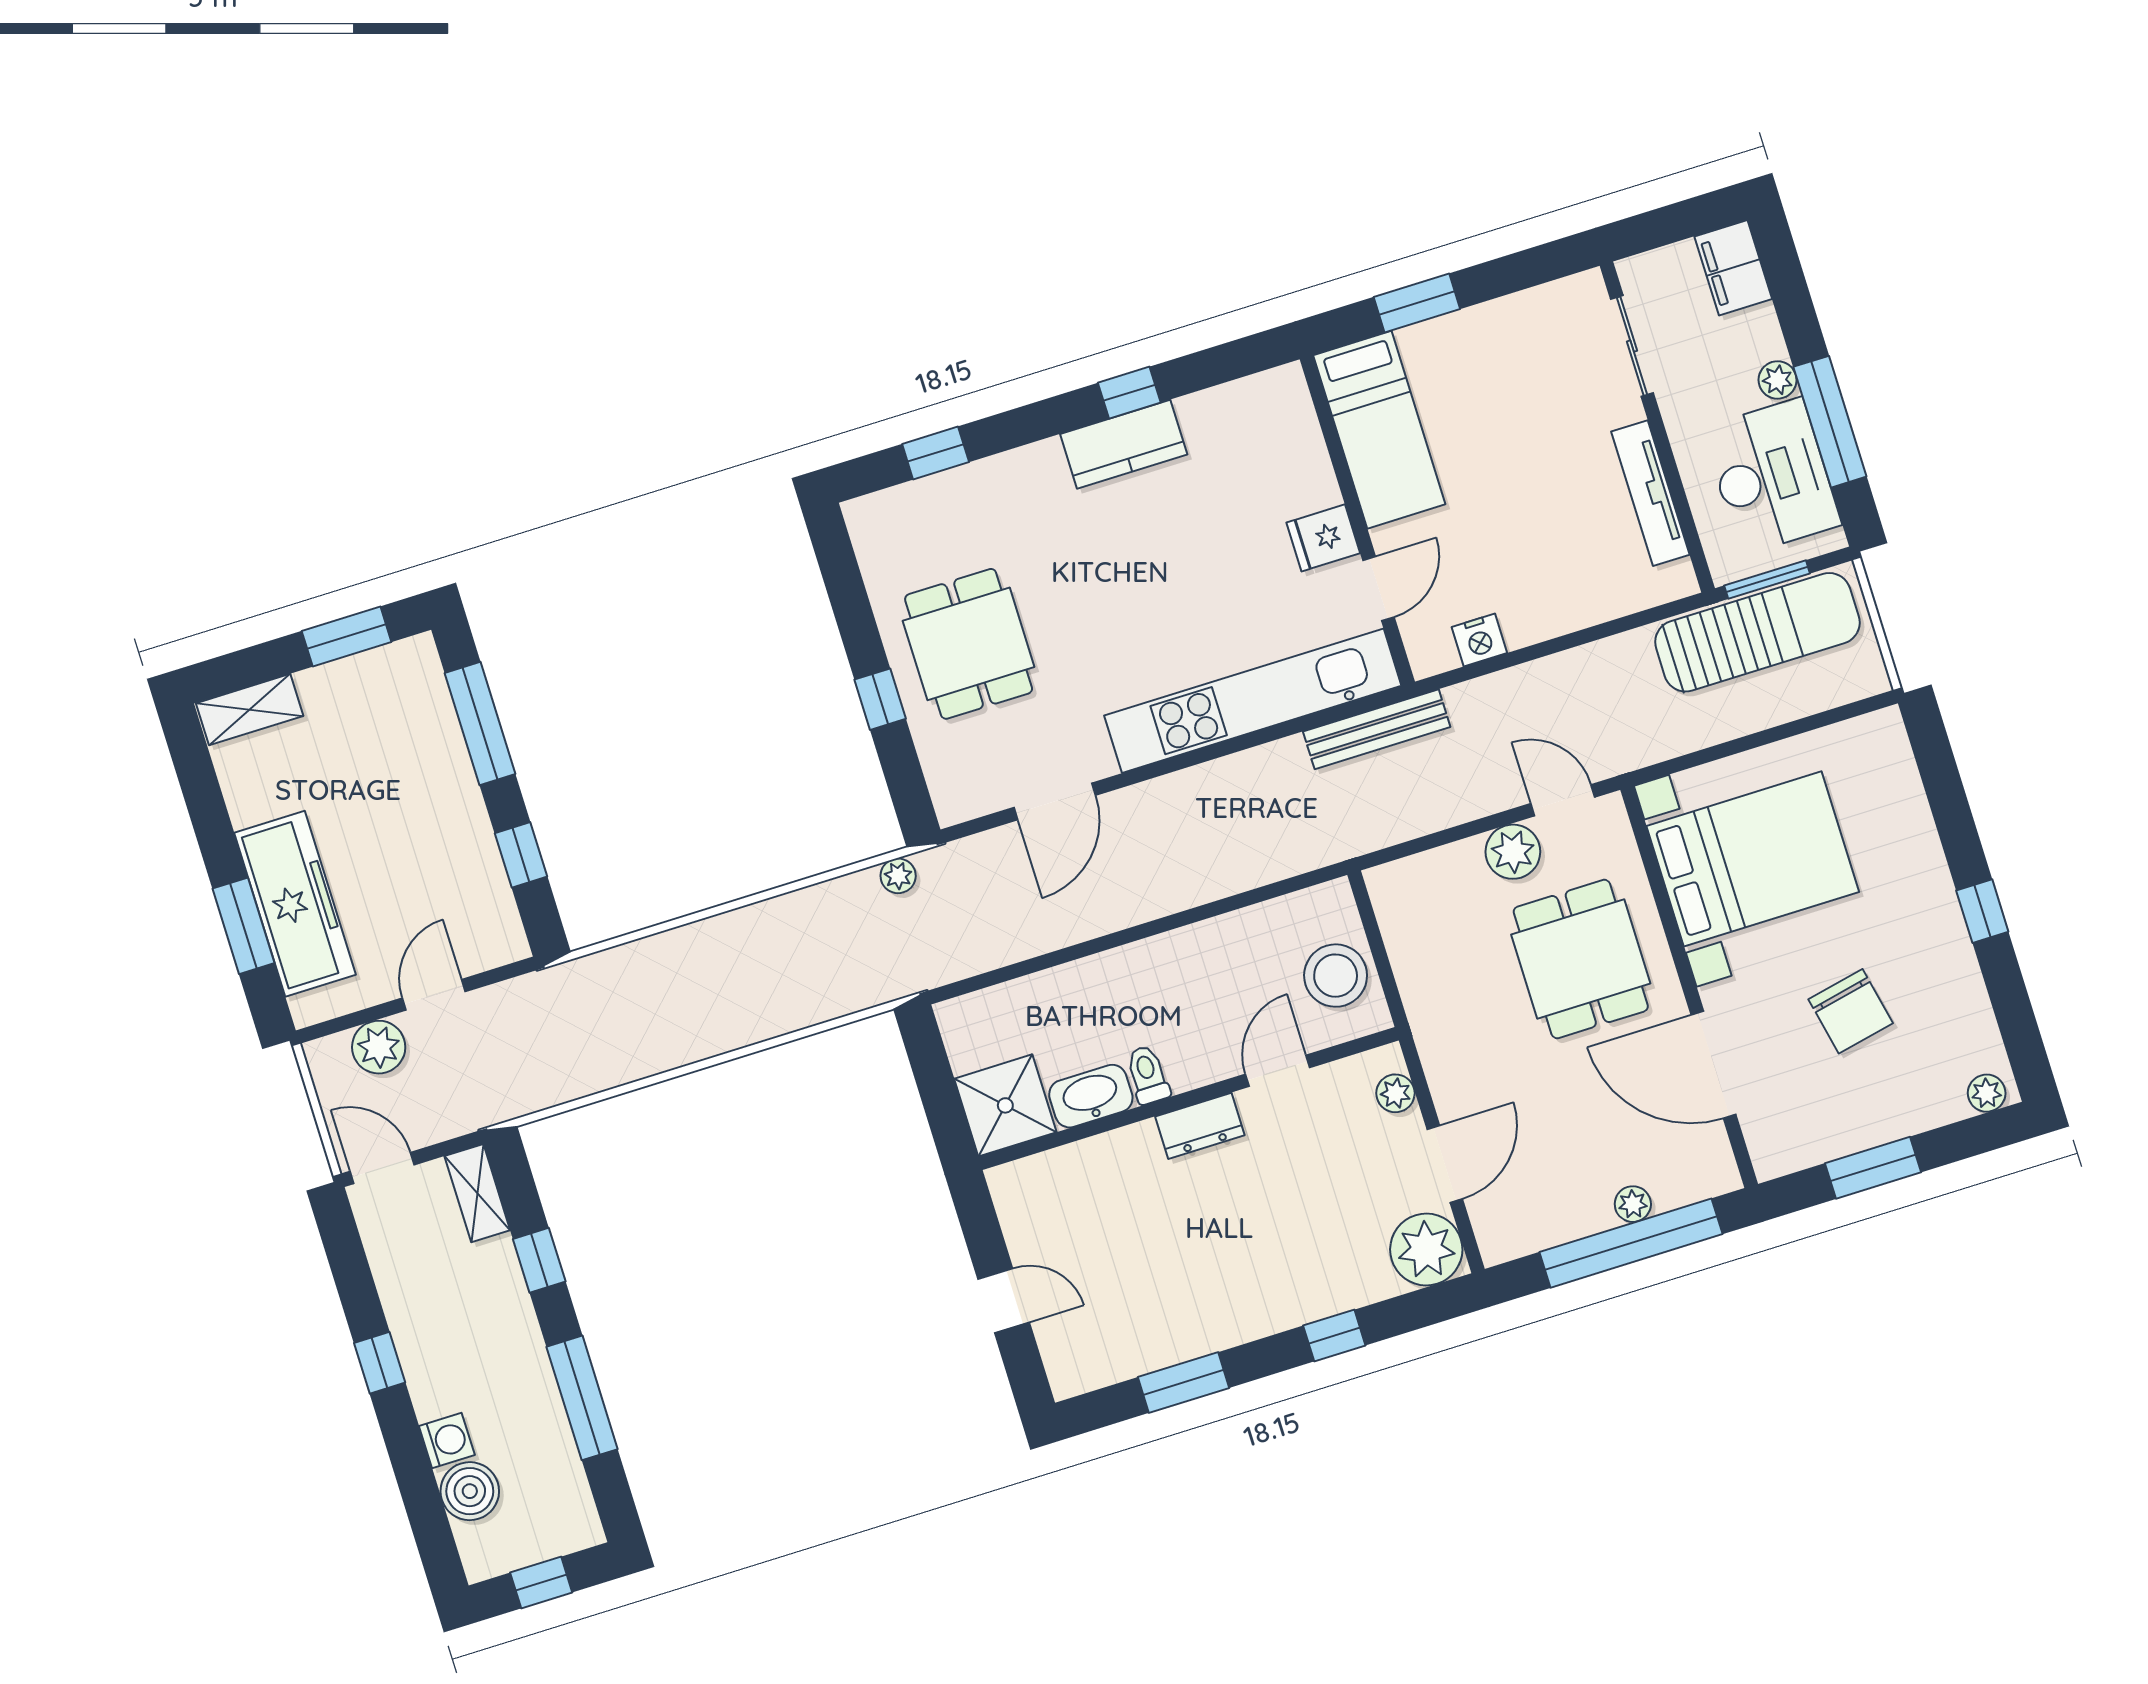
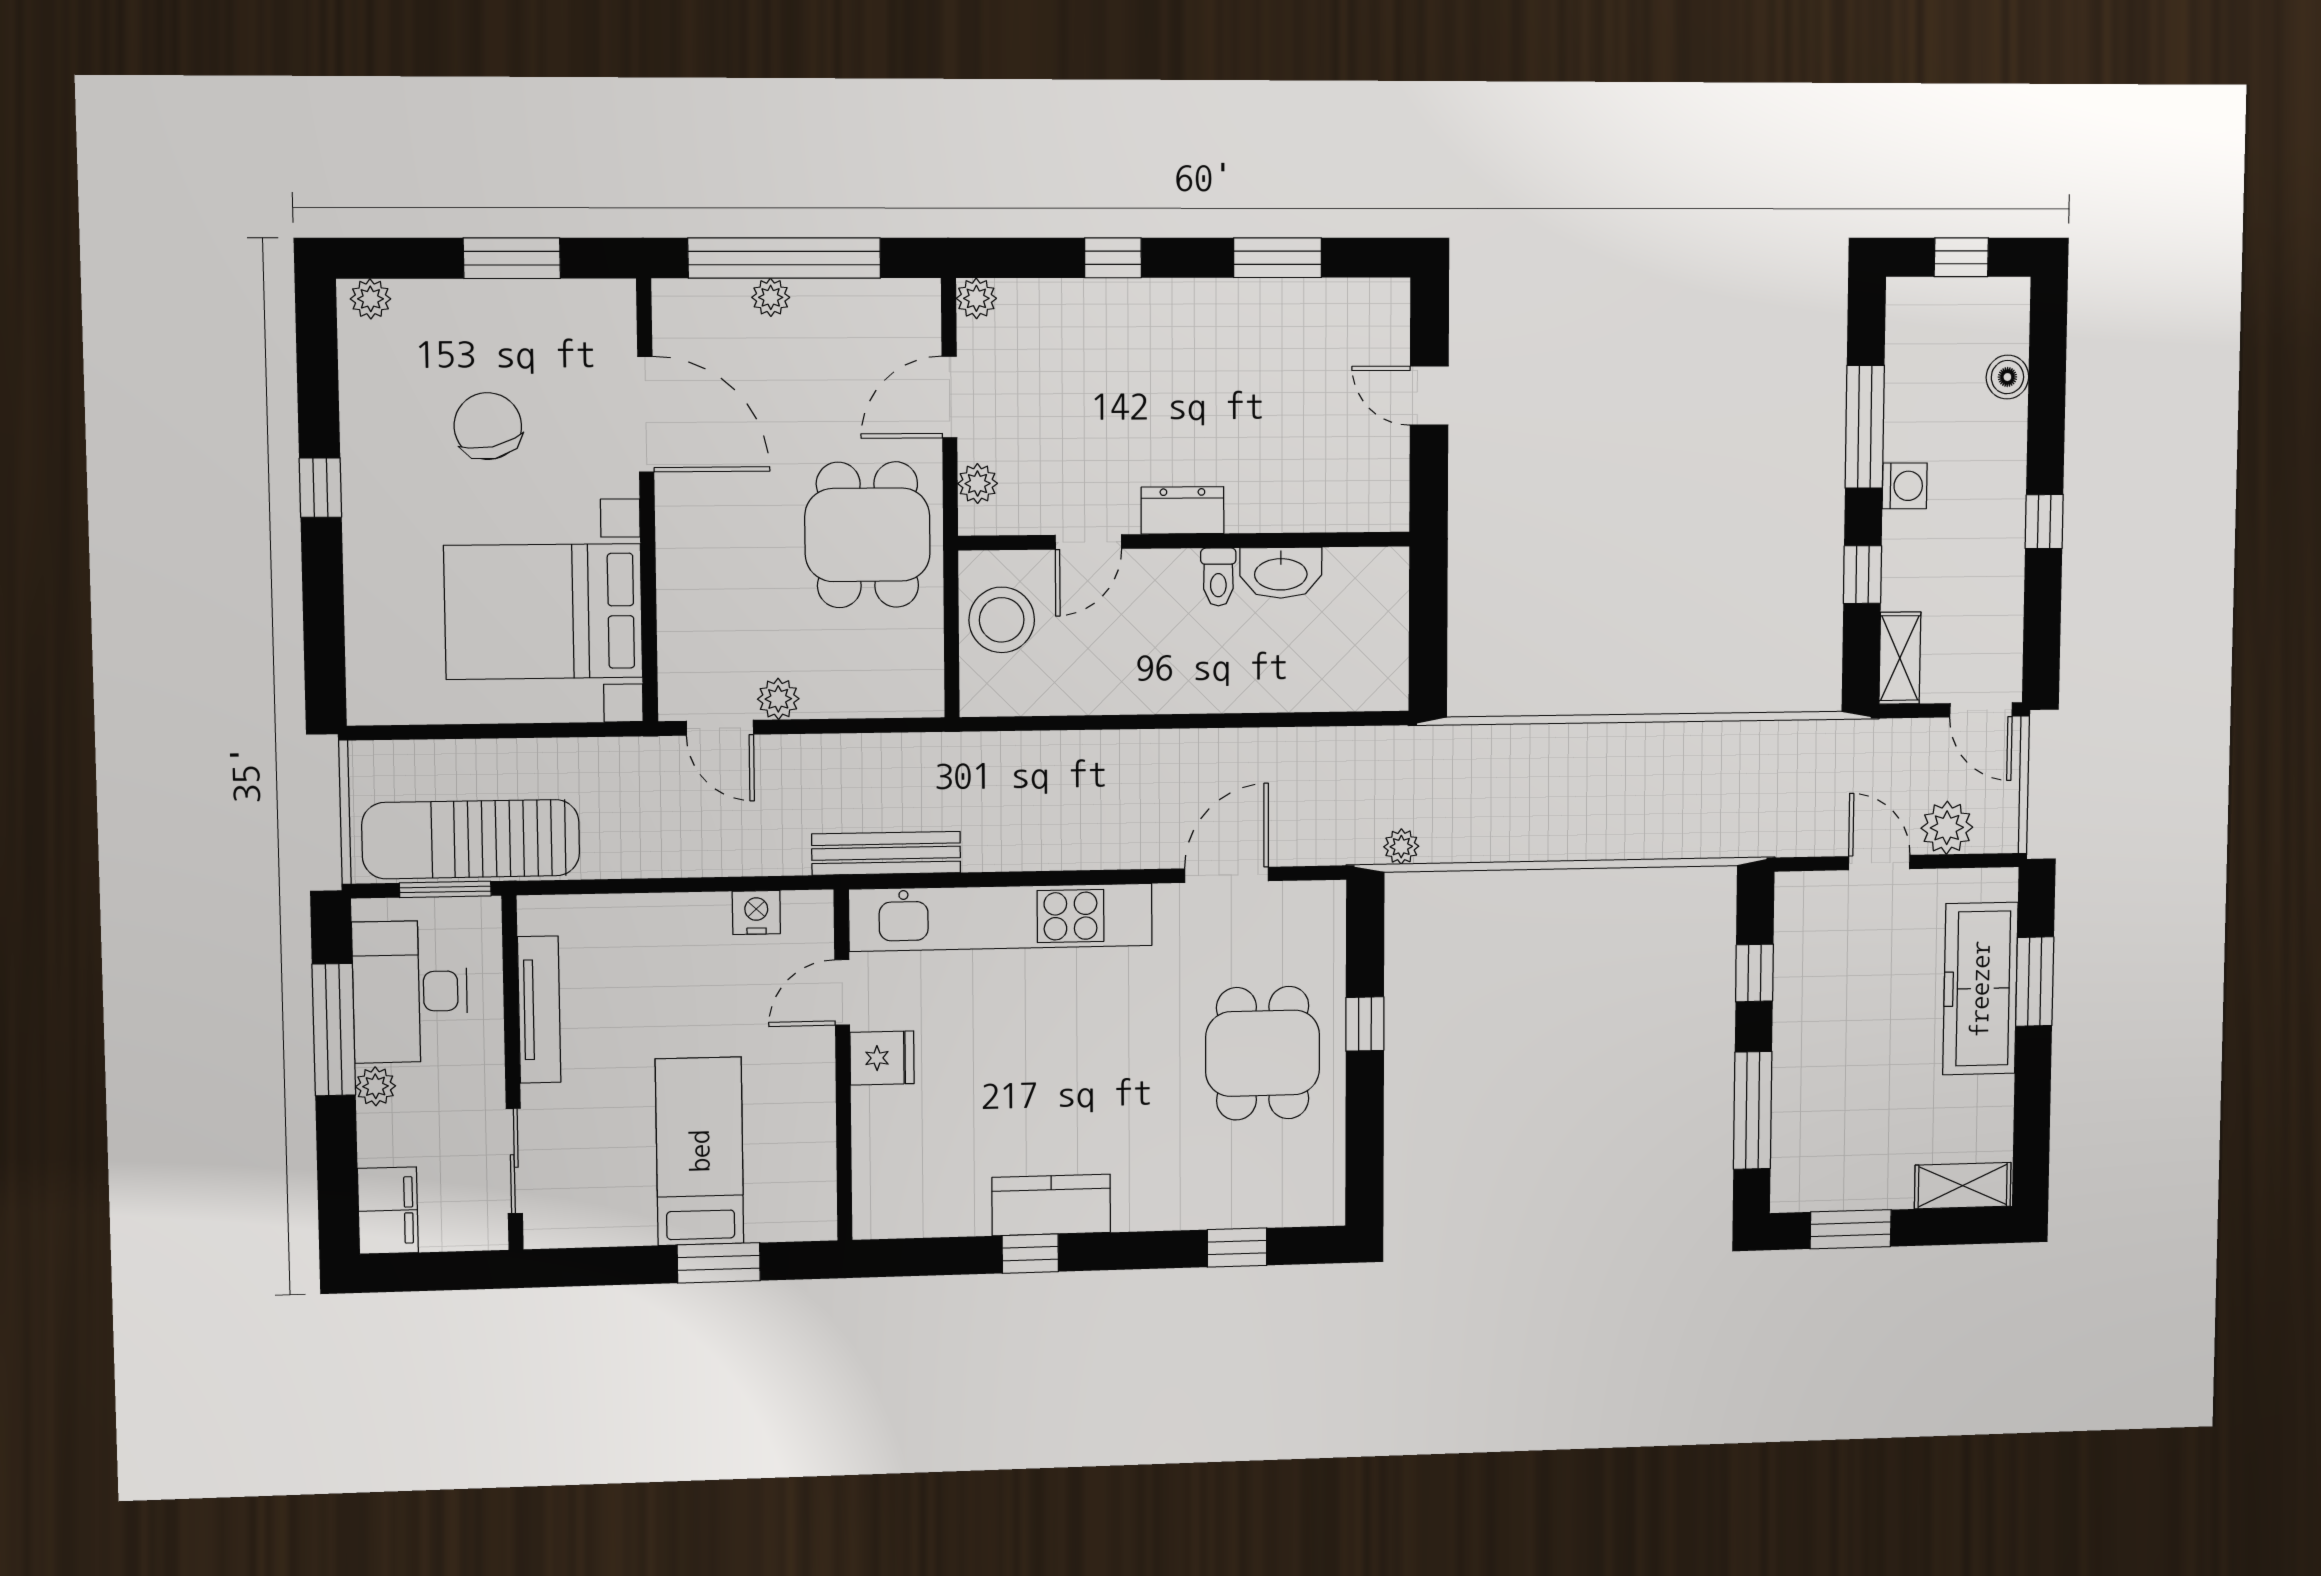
bed: (1379, 430) -> (700, 1151), moved
plant: (1513, 852) -> (778, 699), width x0.73, depth x0.73
dining table: (1581, 959) -> (867, 535), moved
door: (434, 995) -> (1879, 863), swing flipped
shower: (1005, 1105) -> (1367, 589), removed
plant: (1426, 1249) -> (976, 298), width x0.53, depth x0.53
washing machine: (447, 1440) -> (1905, 486), moved, turned 180
boiler: (470, 1491) -> (2007, 377), width x0.73, depth x0.73

